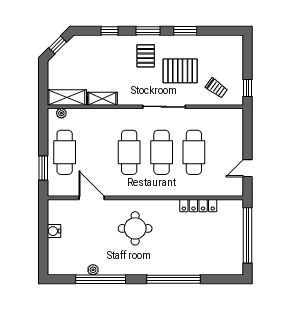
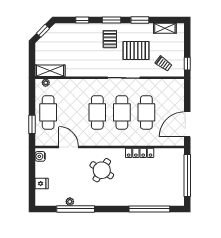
shelving: (102, 99) -> (165, 28), moved
door: (248, 168) -> (187, 124), width x1.87
locker: (198, 206) -> (140, 153), moved
round table: (135, 228) -> (102, 170), turned 32
water cooler: (54, 231) -> (40, 156), moved
fridge: (56, 246) -> (42, 184), added
window: (174, 279) -> (149, 209), moved

